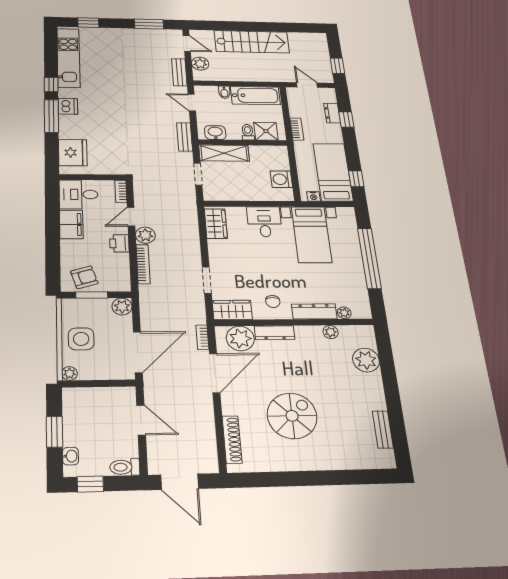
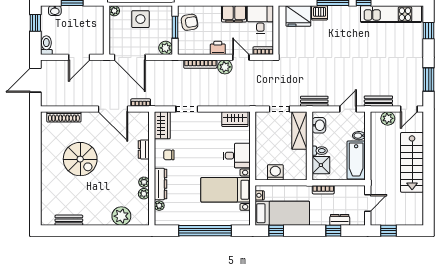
dishwasher: (68, 106) -> (320, 13), moved
armchair: (84, 277) -> (190, 22), turned -83
dresser: (275, 333) -> (144, 149), width x0.70
plant: (240, 338) -> (144, 182), moved, width x0.53, depth x0.53

